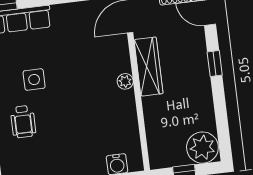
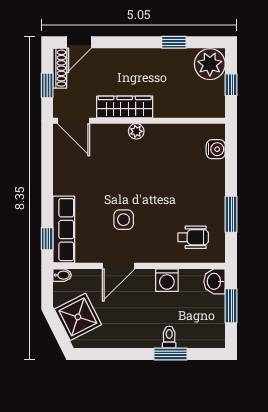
window: (215, 64) -> (174, 42), moved
wheelchair: (23, 122) -> (193, 237), moved

